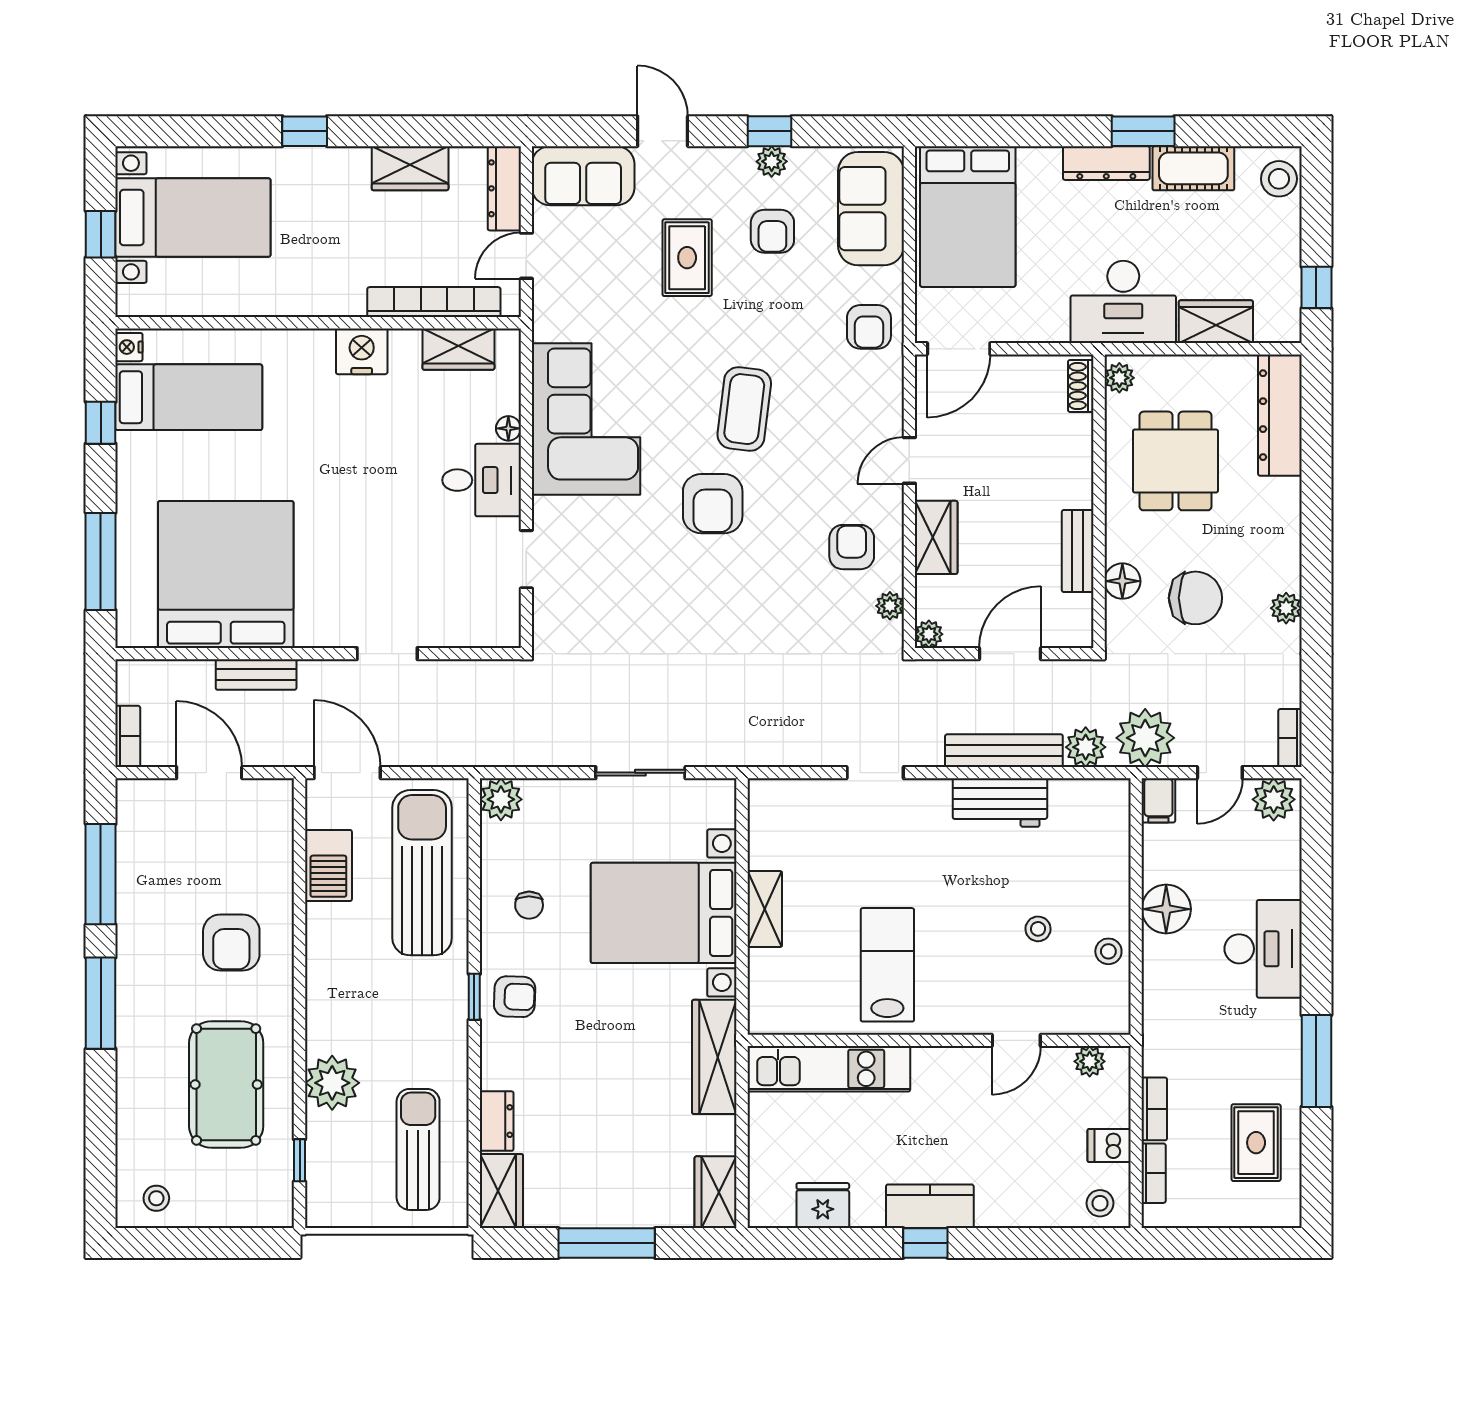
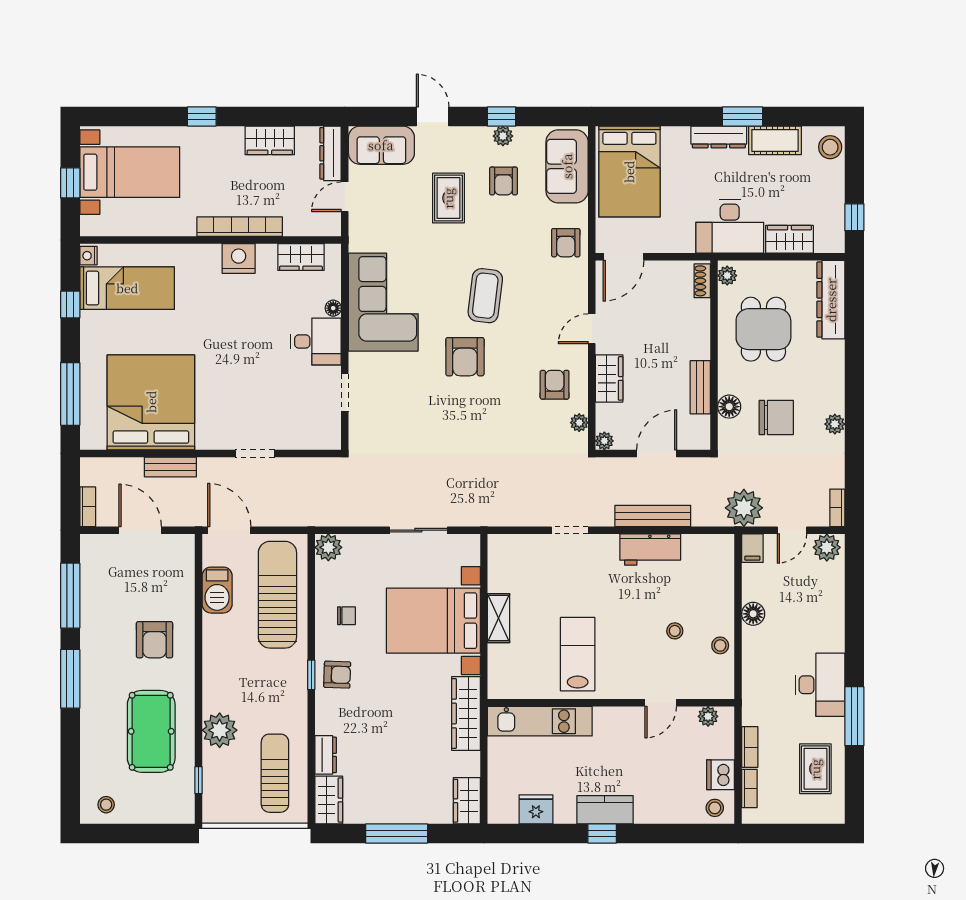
bookcase: (434, 302) -> (240, 227), moved
plant: (1086, 747) -> (705, 514), removed
chair: (529, 905) -> (346, 616), turned -90
floor lamp: (1166, 909) -> (753, 614), width x0.73, depth x0.73
desk: (1263, 949) -> (820, 685), moved
dishwasher: (1109, 1145) -> (721, 775), width x1.38

